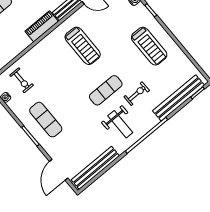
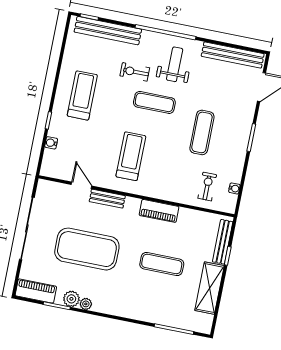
piano: (42, 26) -> (159, 211), moved
exercise mat: (46, 120) -> (202, 132), moved

